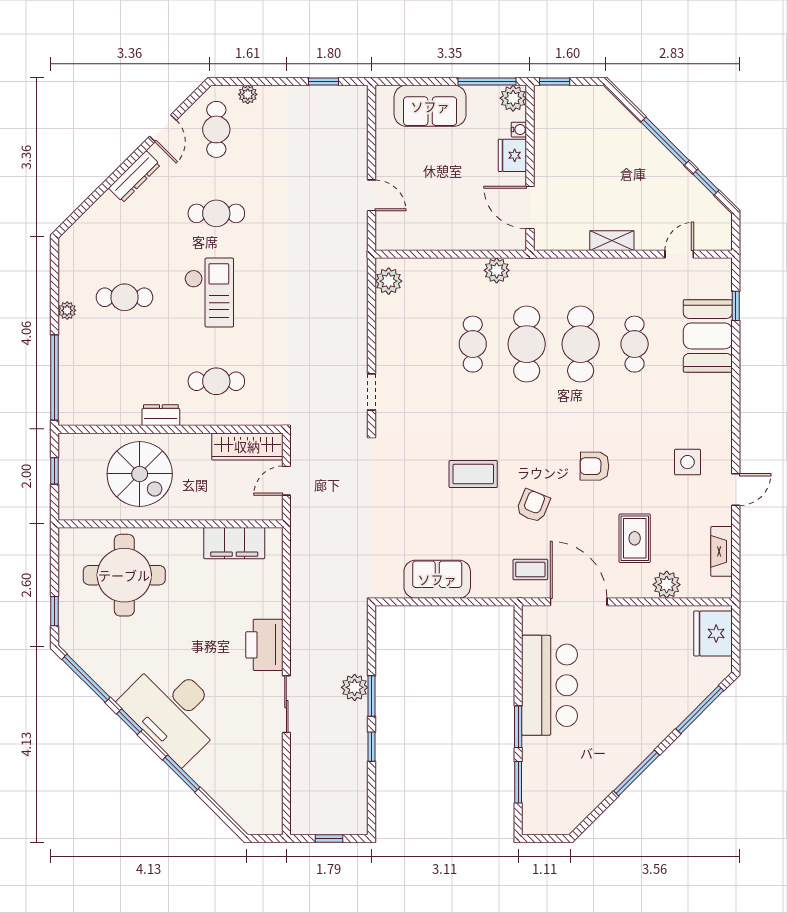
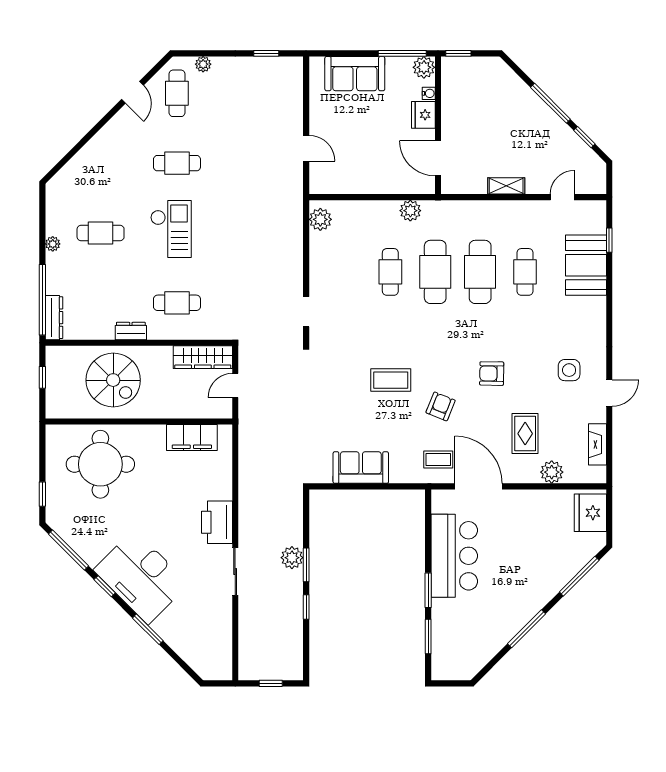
dresser: (134, 177) -> (54, 318), moved, turned -45

